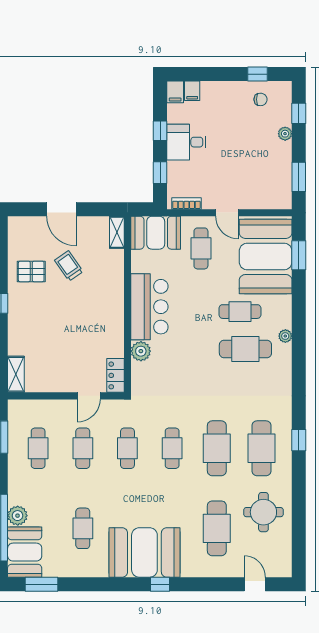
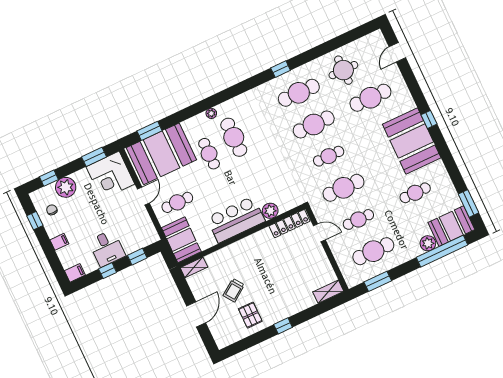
filing cabinet: (192, 91) -> (59, 242), moved
plant: (285, 134) -> (66, 187), width x1.87, depth x1.87
corner desk: (268, 186) -> (110, 175), added
bookcase: (186, 203) -> (150, 228), removed
locker: (116, 375) -> (290, 224), width x1.53
cafe table: (38, 448) -> (373, 251), width x1.37, depth x1.35
cafe table: (127, 448) -> (343, 188), width x1.37, depth x1.35

